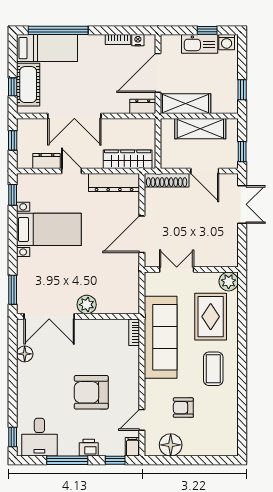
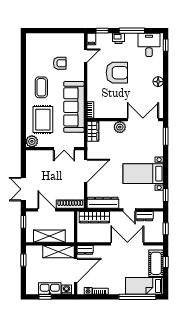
washing machine: (227, 42) -> (67, 290), moved
wardrobe: (130, 298) -> (93, 131), added
floor lamp: (25, 354) -> (158, 82), moved
floor lamp: (171, 445) -> (68, 40), removed

